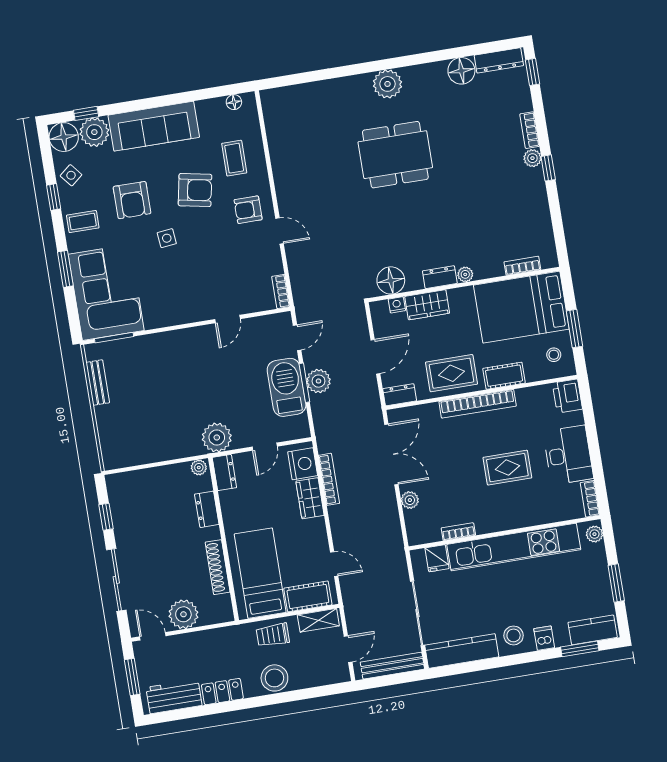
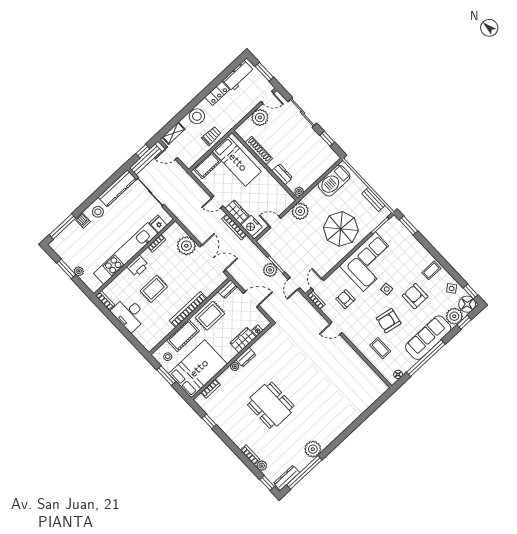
window: (468, 51) -> (304, 472), added
floor lamp: (461, 71) -> (301, 461), removed
plant: (387, 84) -> (313, 449), moved
window: (177, 99) -> (426, 358), added
dining table: (395, 155) -> (271, 405), moved, turned 90
plant: (532, 158) -> (262, 466), moved
window: (548, 168) -> (209, 421), moved
window: (54, 197) -> (471, 291), moved
armchair: (248, 210) -> (345, 299), moved, turned -90
window: (65, 269) -> (408, 225), moved
floor lamp: (391, 280) -> (268, 340), removed
corner sofa: (106, 292) -> (369, 262), moved, turned -90
door: (227, 319) -> (317, 284), moved
door: (375, 357) -> (251, 299), swing flipped
parasol: (175, 371) -> (341, 229), added
cot: (504, 376) -> (183, 335), width x1.37, depth x1.34
barbecue: (287, 387) -> (334, 181), moved, turned 90
printer: (567, 396) -> (138, 266), moved, turned 90
door: (265, 447) -> (275, 222), hinge flipped
double door: (391, 454) -> (213, 258), swing flipped
dresser: (224, 473) -> (285, 197), removed
plant: (410, 500) -> (186, 246), width x1.88, depth x1.88
plant: (594, 534) -> (79, 271), moved
door: (334, 564) -> (217, 202), moved
shelving: (318, 620) -> (173, 133), moved
kitchen counter: (593, 630) -> (62, 239), removed
door: (348, 649) -> (171, 153), hinge flipped
window: (580, 649) -> (62, 226), width x1.44
window: (388, 680) -> (143, 151), added

